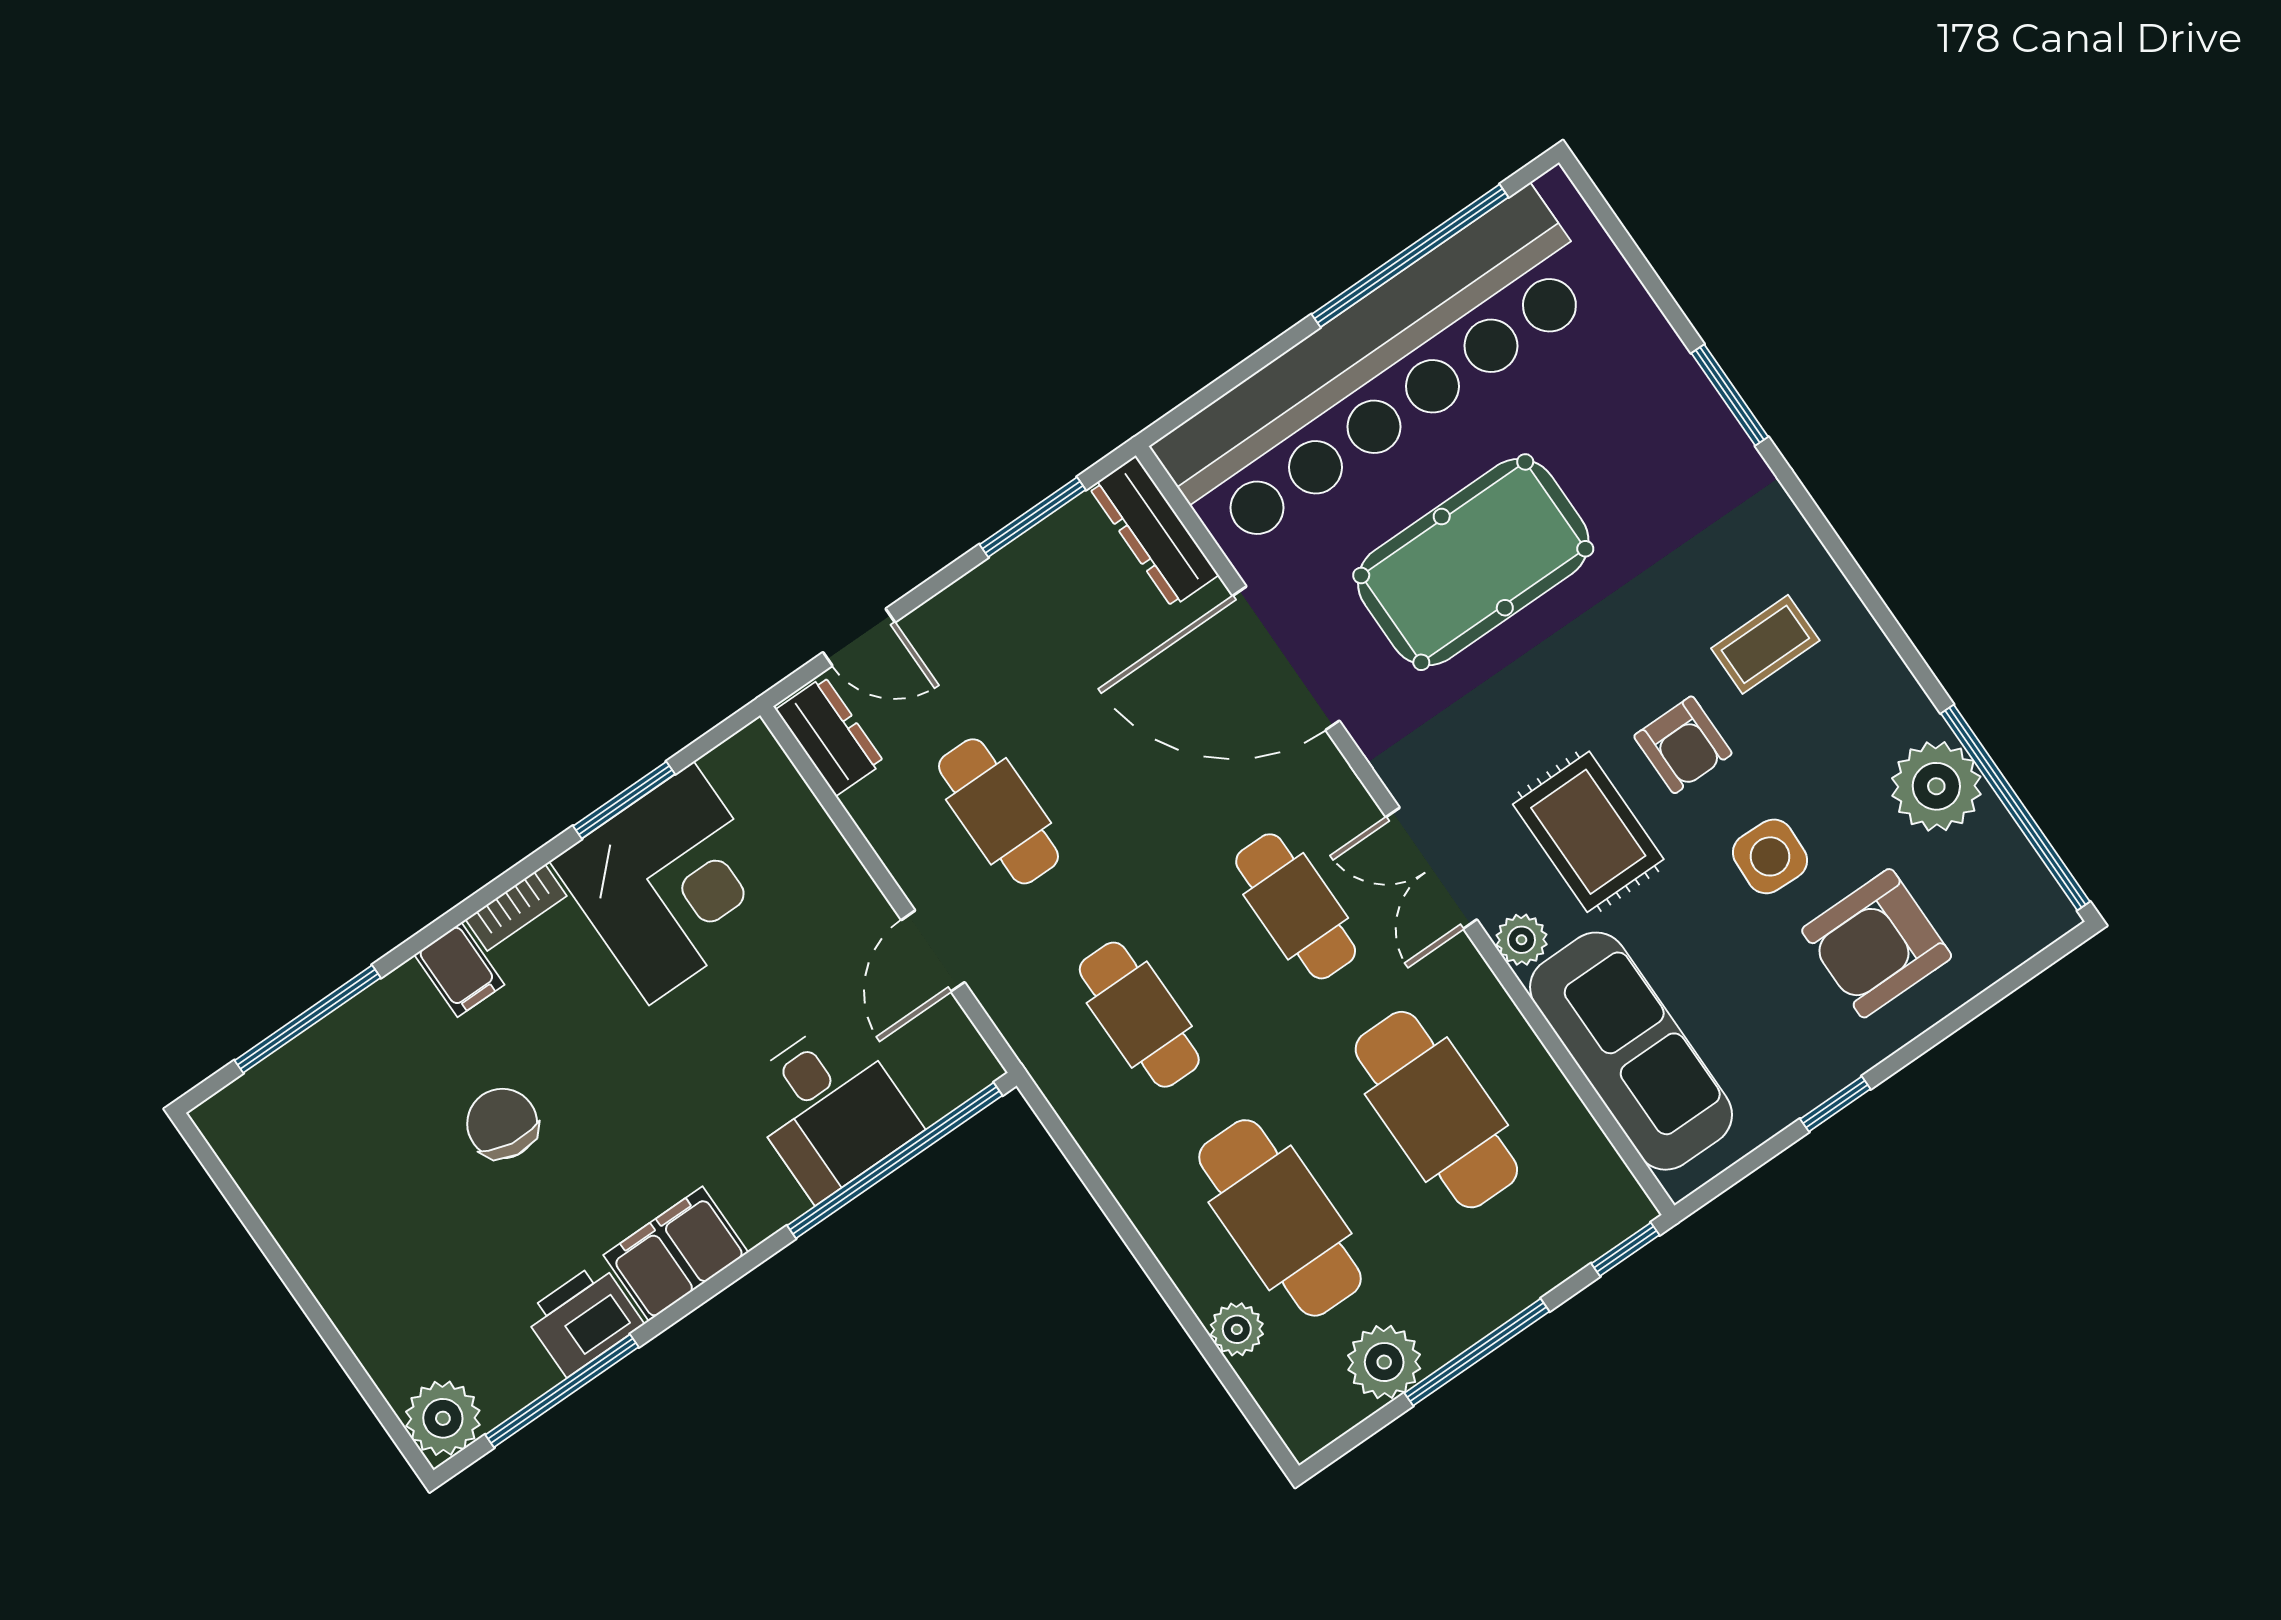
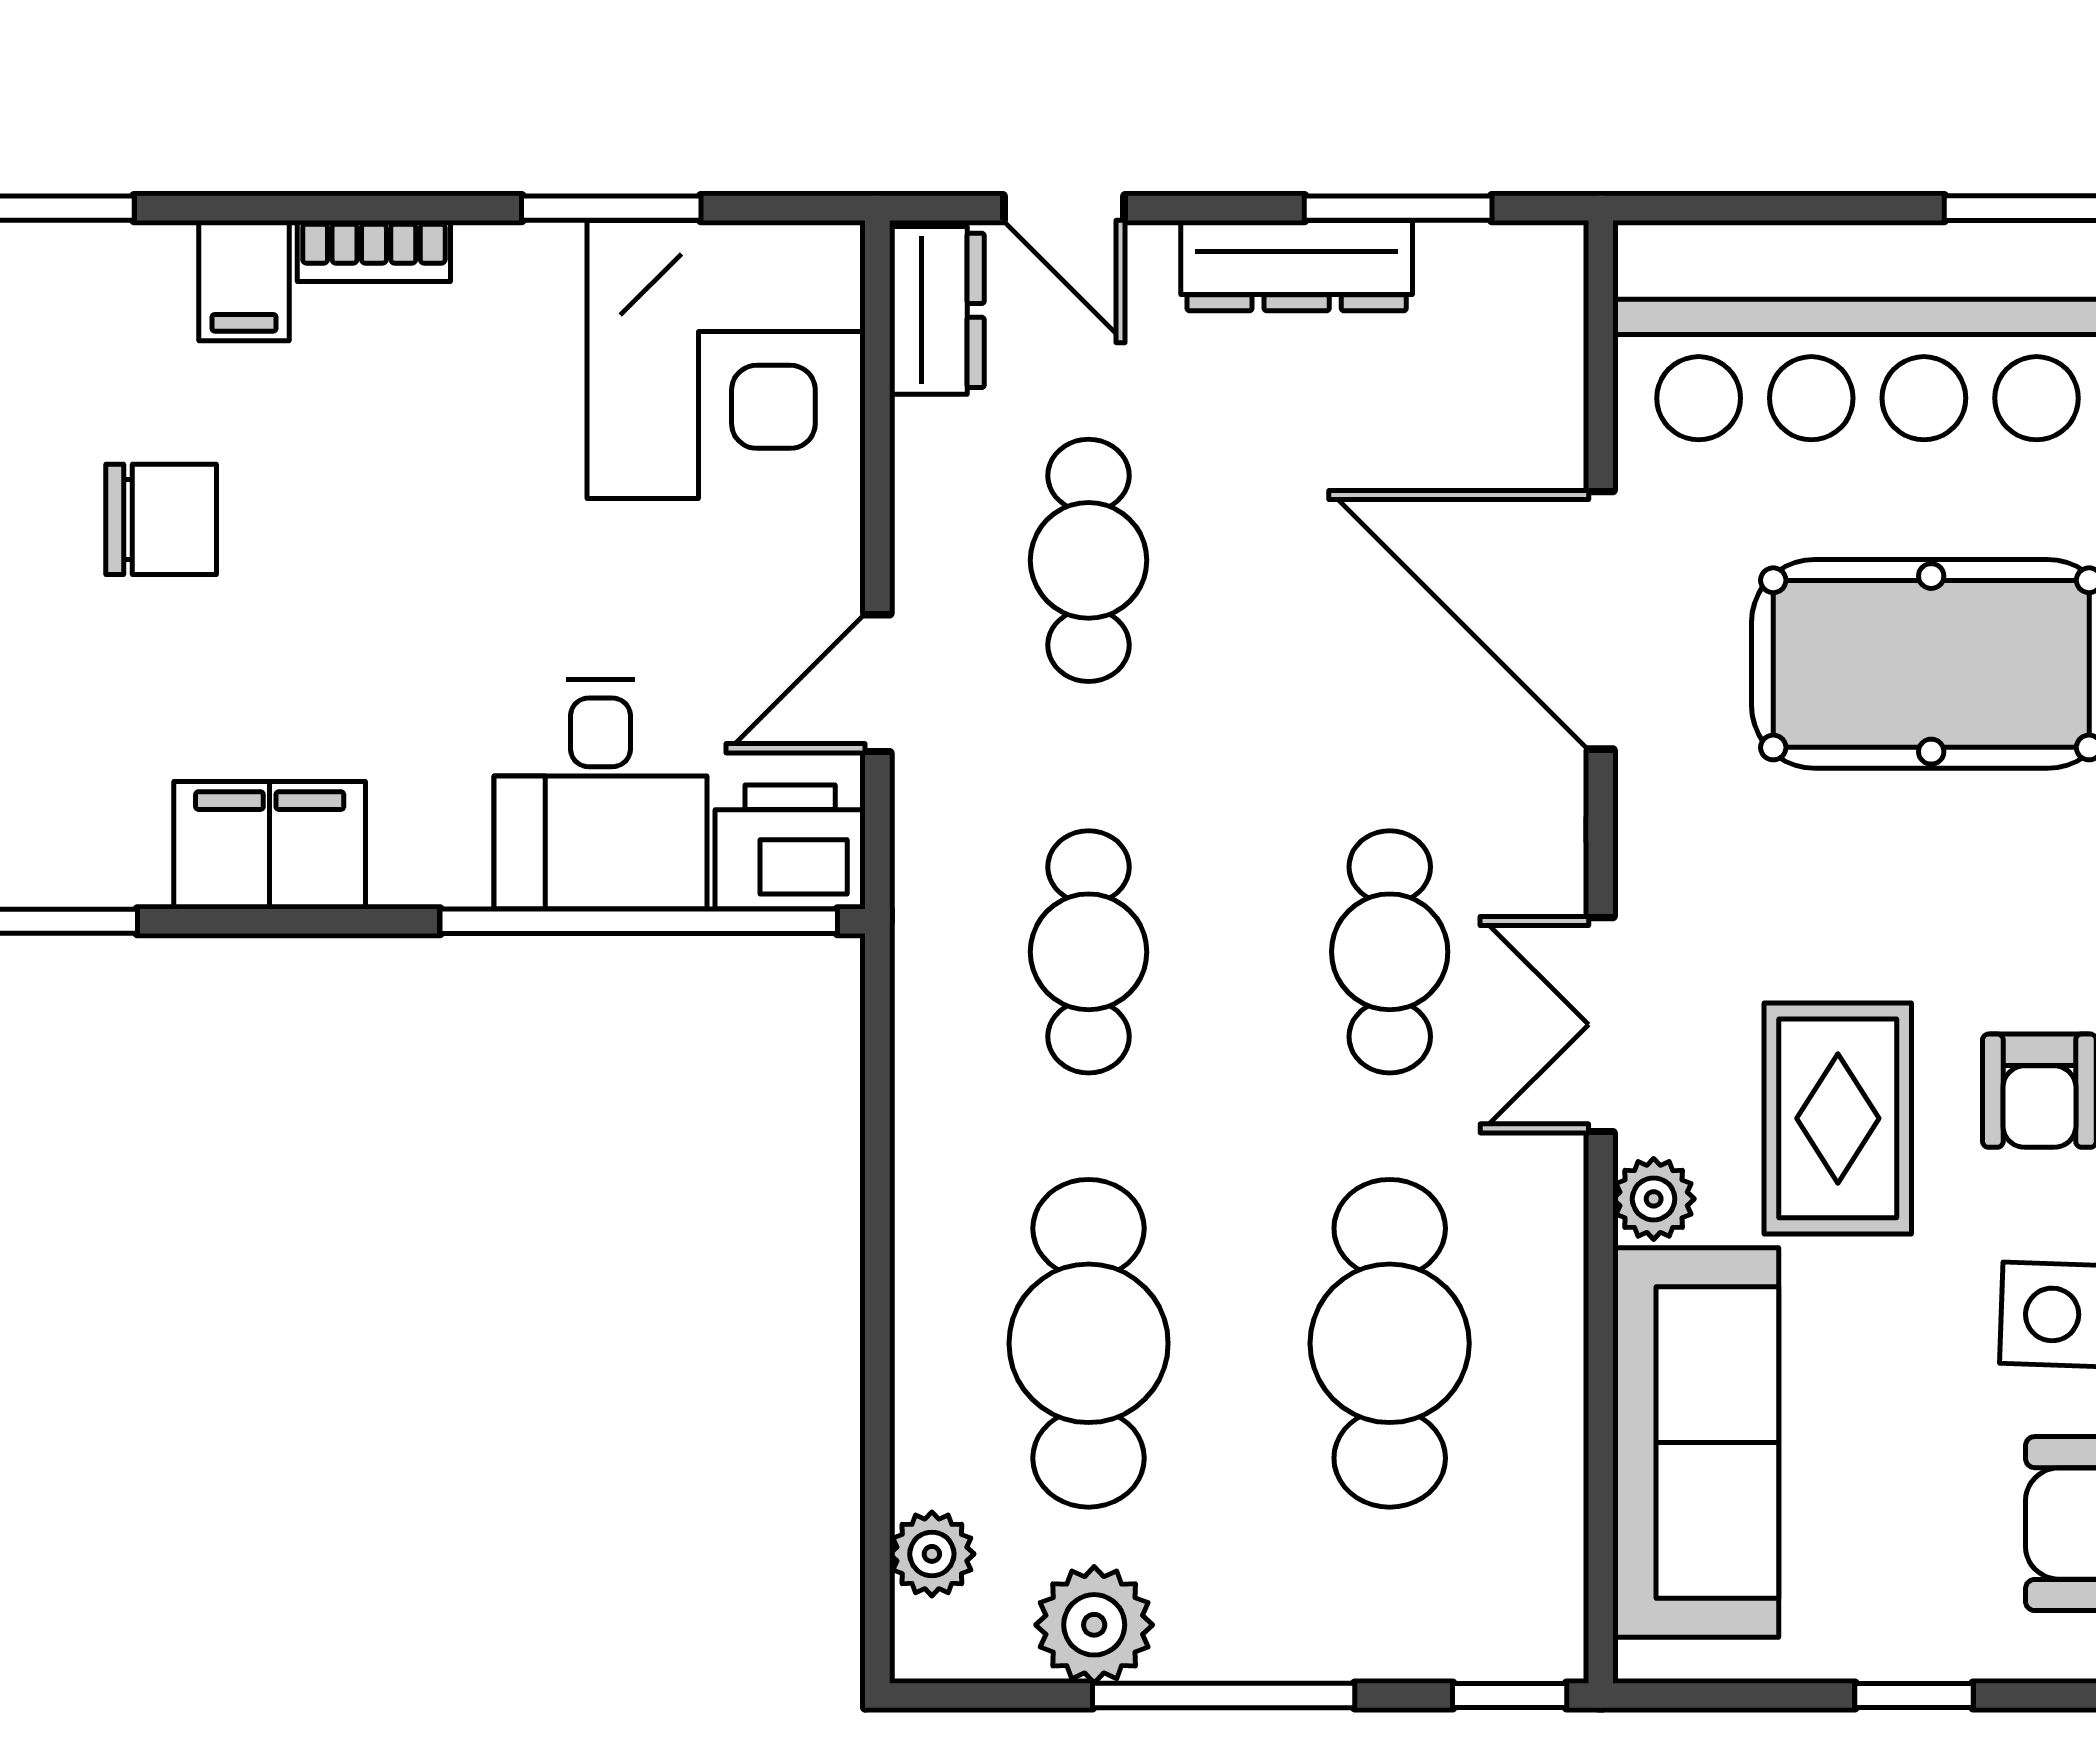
dresser: (1154, 531) -> (1297, 266), moved, turned -90
corner desk: (671, 884) -> (726, 359), moved
chair: (502, 1124) -> (161, 519), turned 82
printer: (583, 1319) -> (790, 847), moved
plant: (1237, 1329) -> (932, 1554), moved

